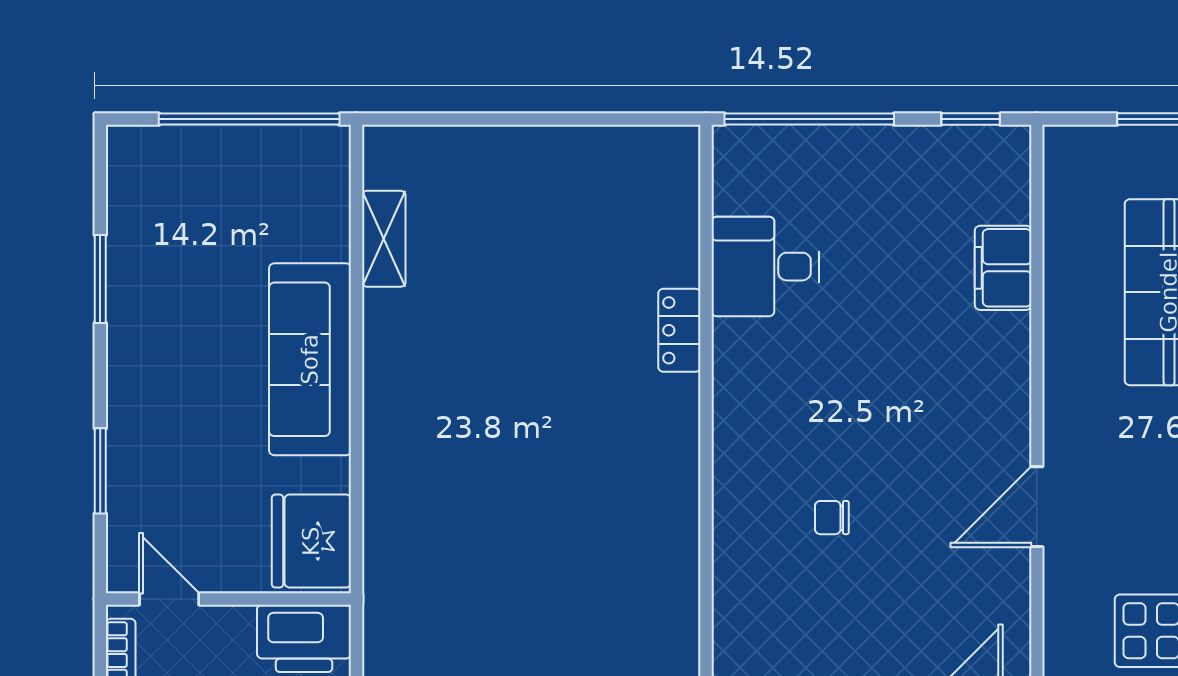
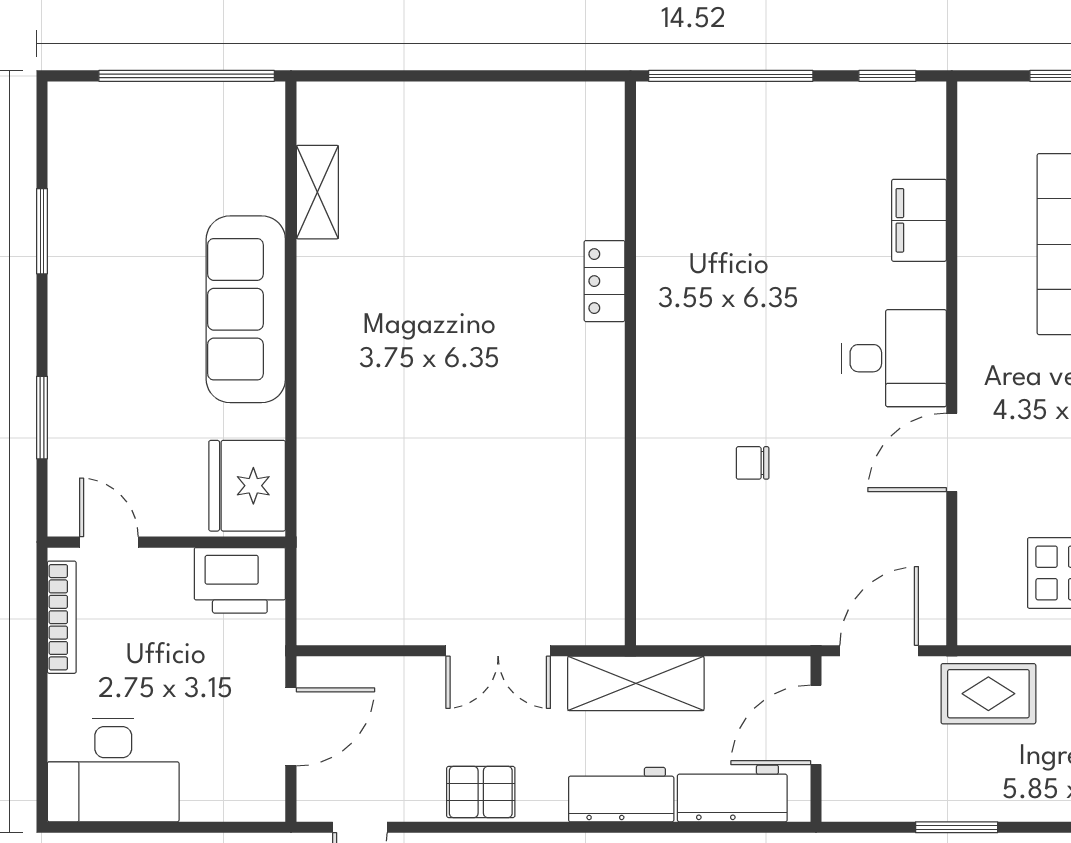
desk: (765, 267) -> (894, 358), moved, turned 180

